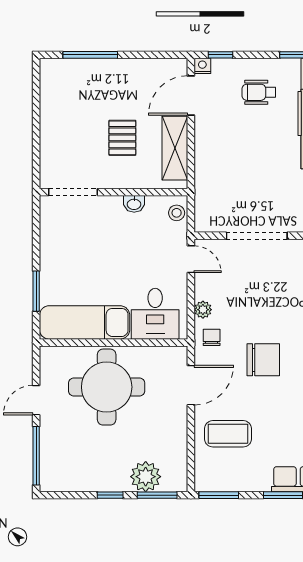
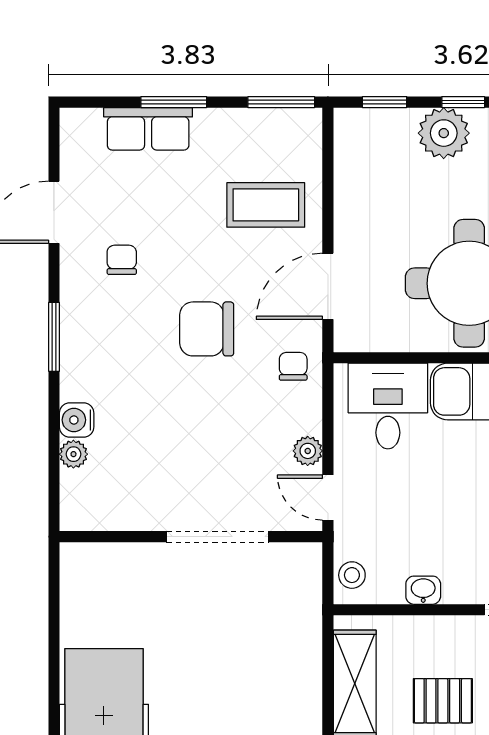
pallet: (122, 138) -> (443, 701), turned 90
plant: (203, 310) -> (308, 451), moved
chair: (212, 337) -> (293, 366), turned 180
plant: (146, 477) -> (444, 133), moved
window: (157, 495) -> (385, 102), width x0.67

